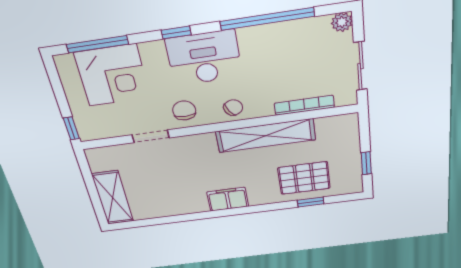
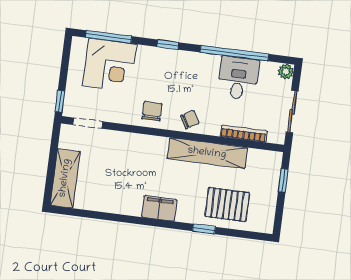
desk: (204, 58) -> (238, 78), moved, width x0.73
doorway: (151, 136) -> (88, 123), moved
window: (366, 163) -> (283, 180), moved
window: (311, 202) -> (204, 229), moved

